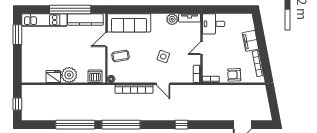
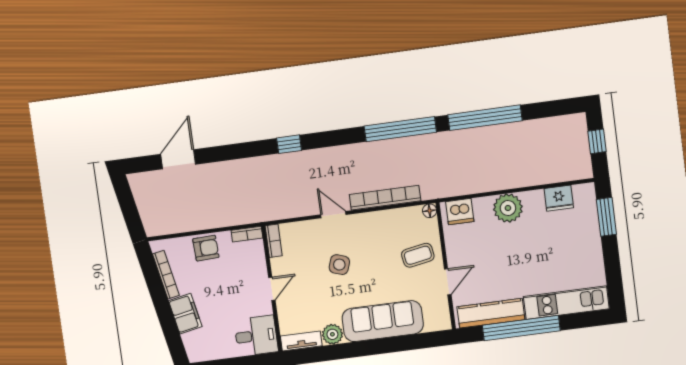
sofa: (129, 23) -> (383, 321), moved
window: (17, 35) -> (606, 217), moved
fridge: (53, 77) -> (559, 198), moved

